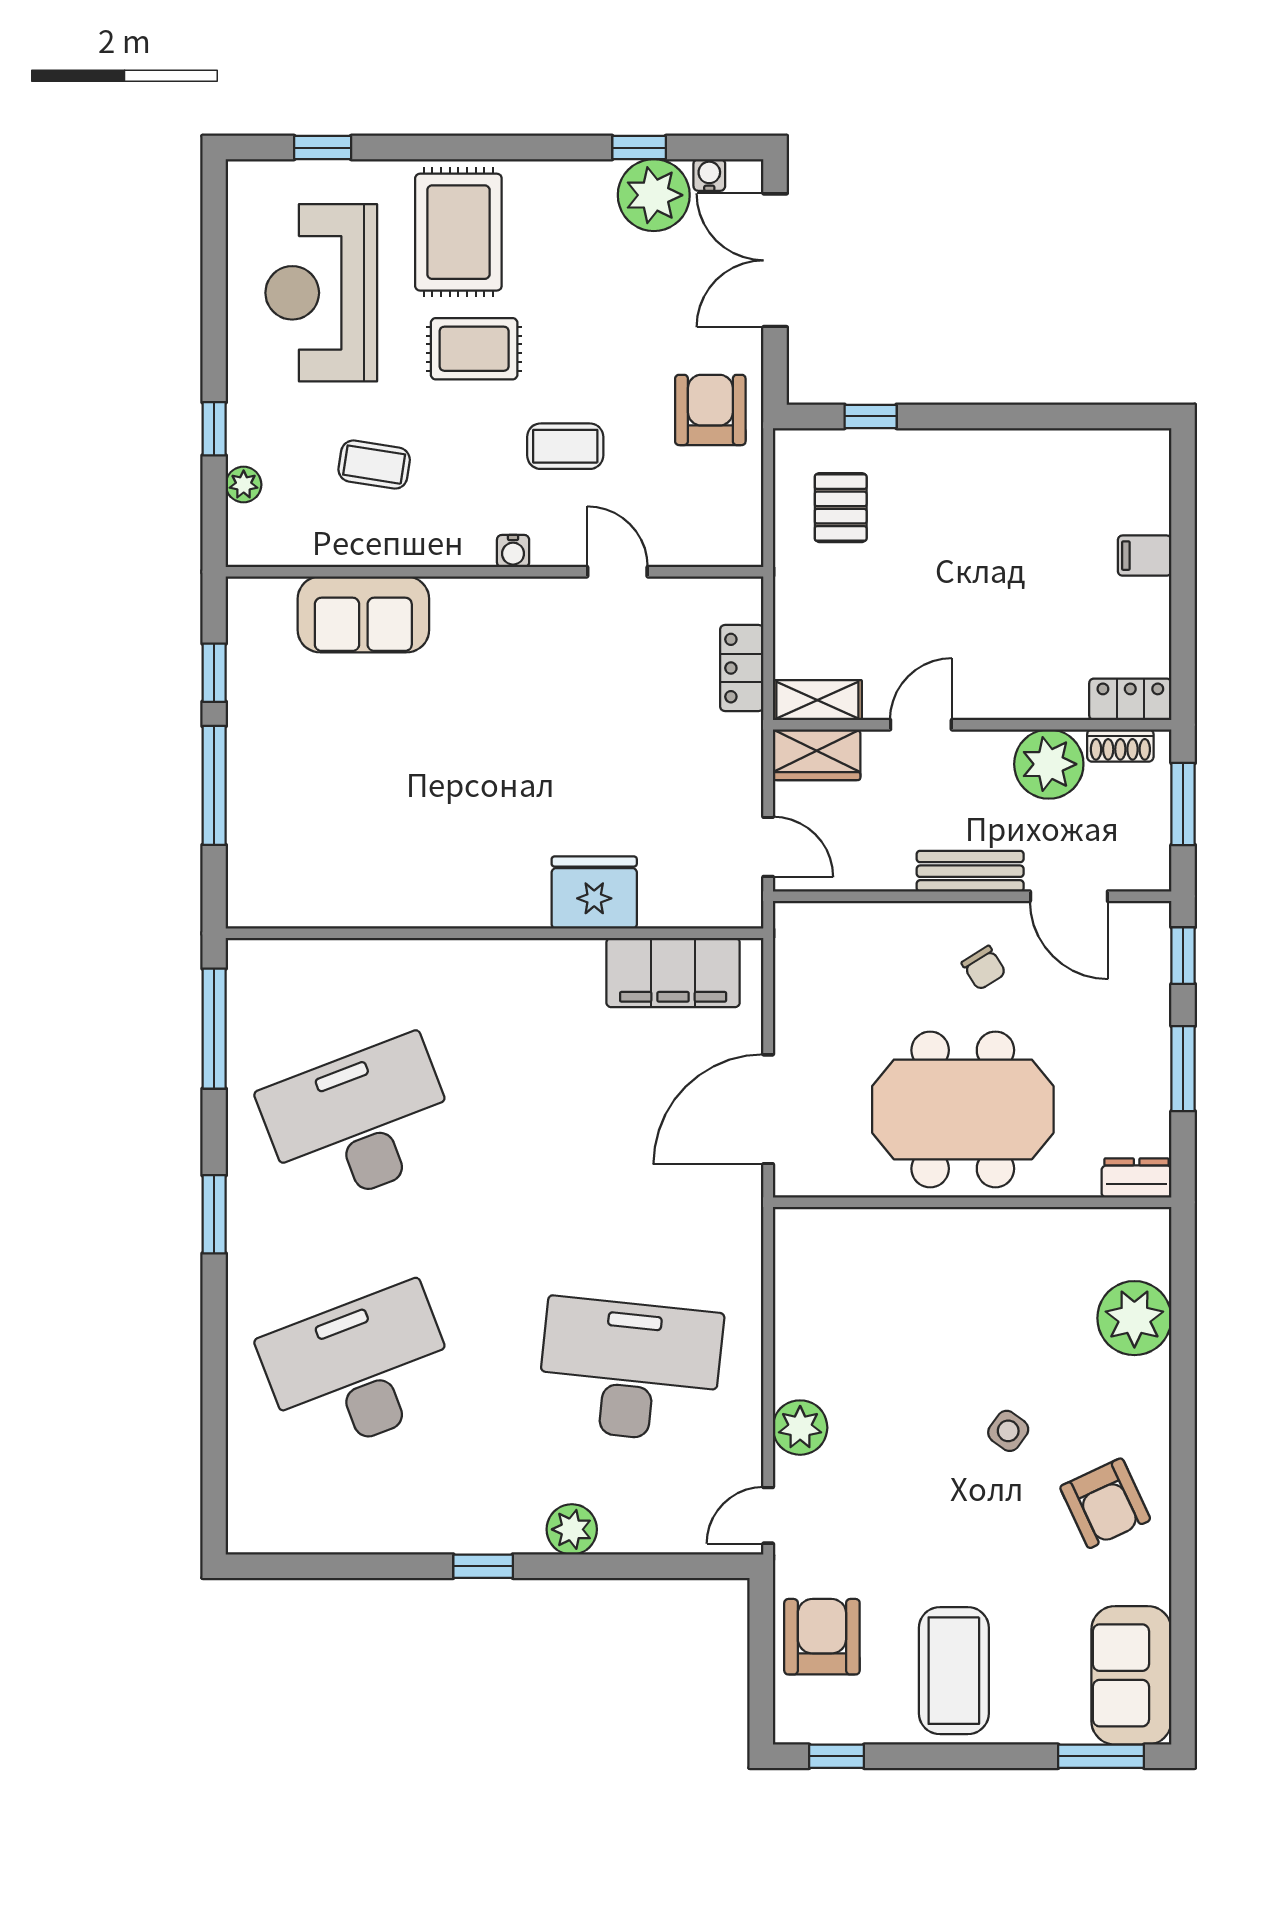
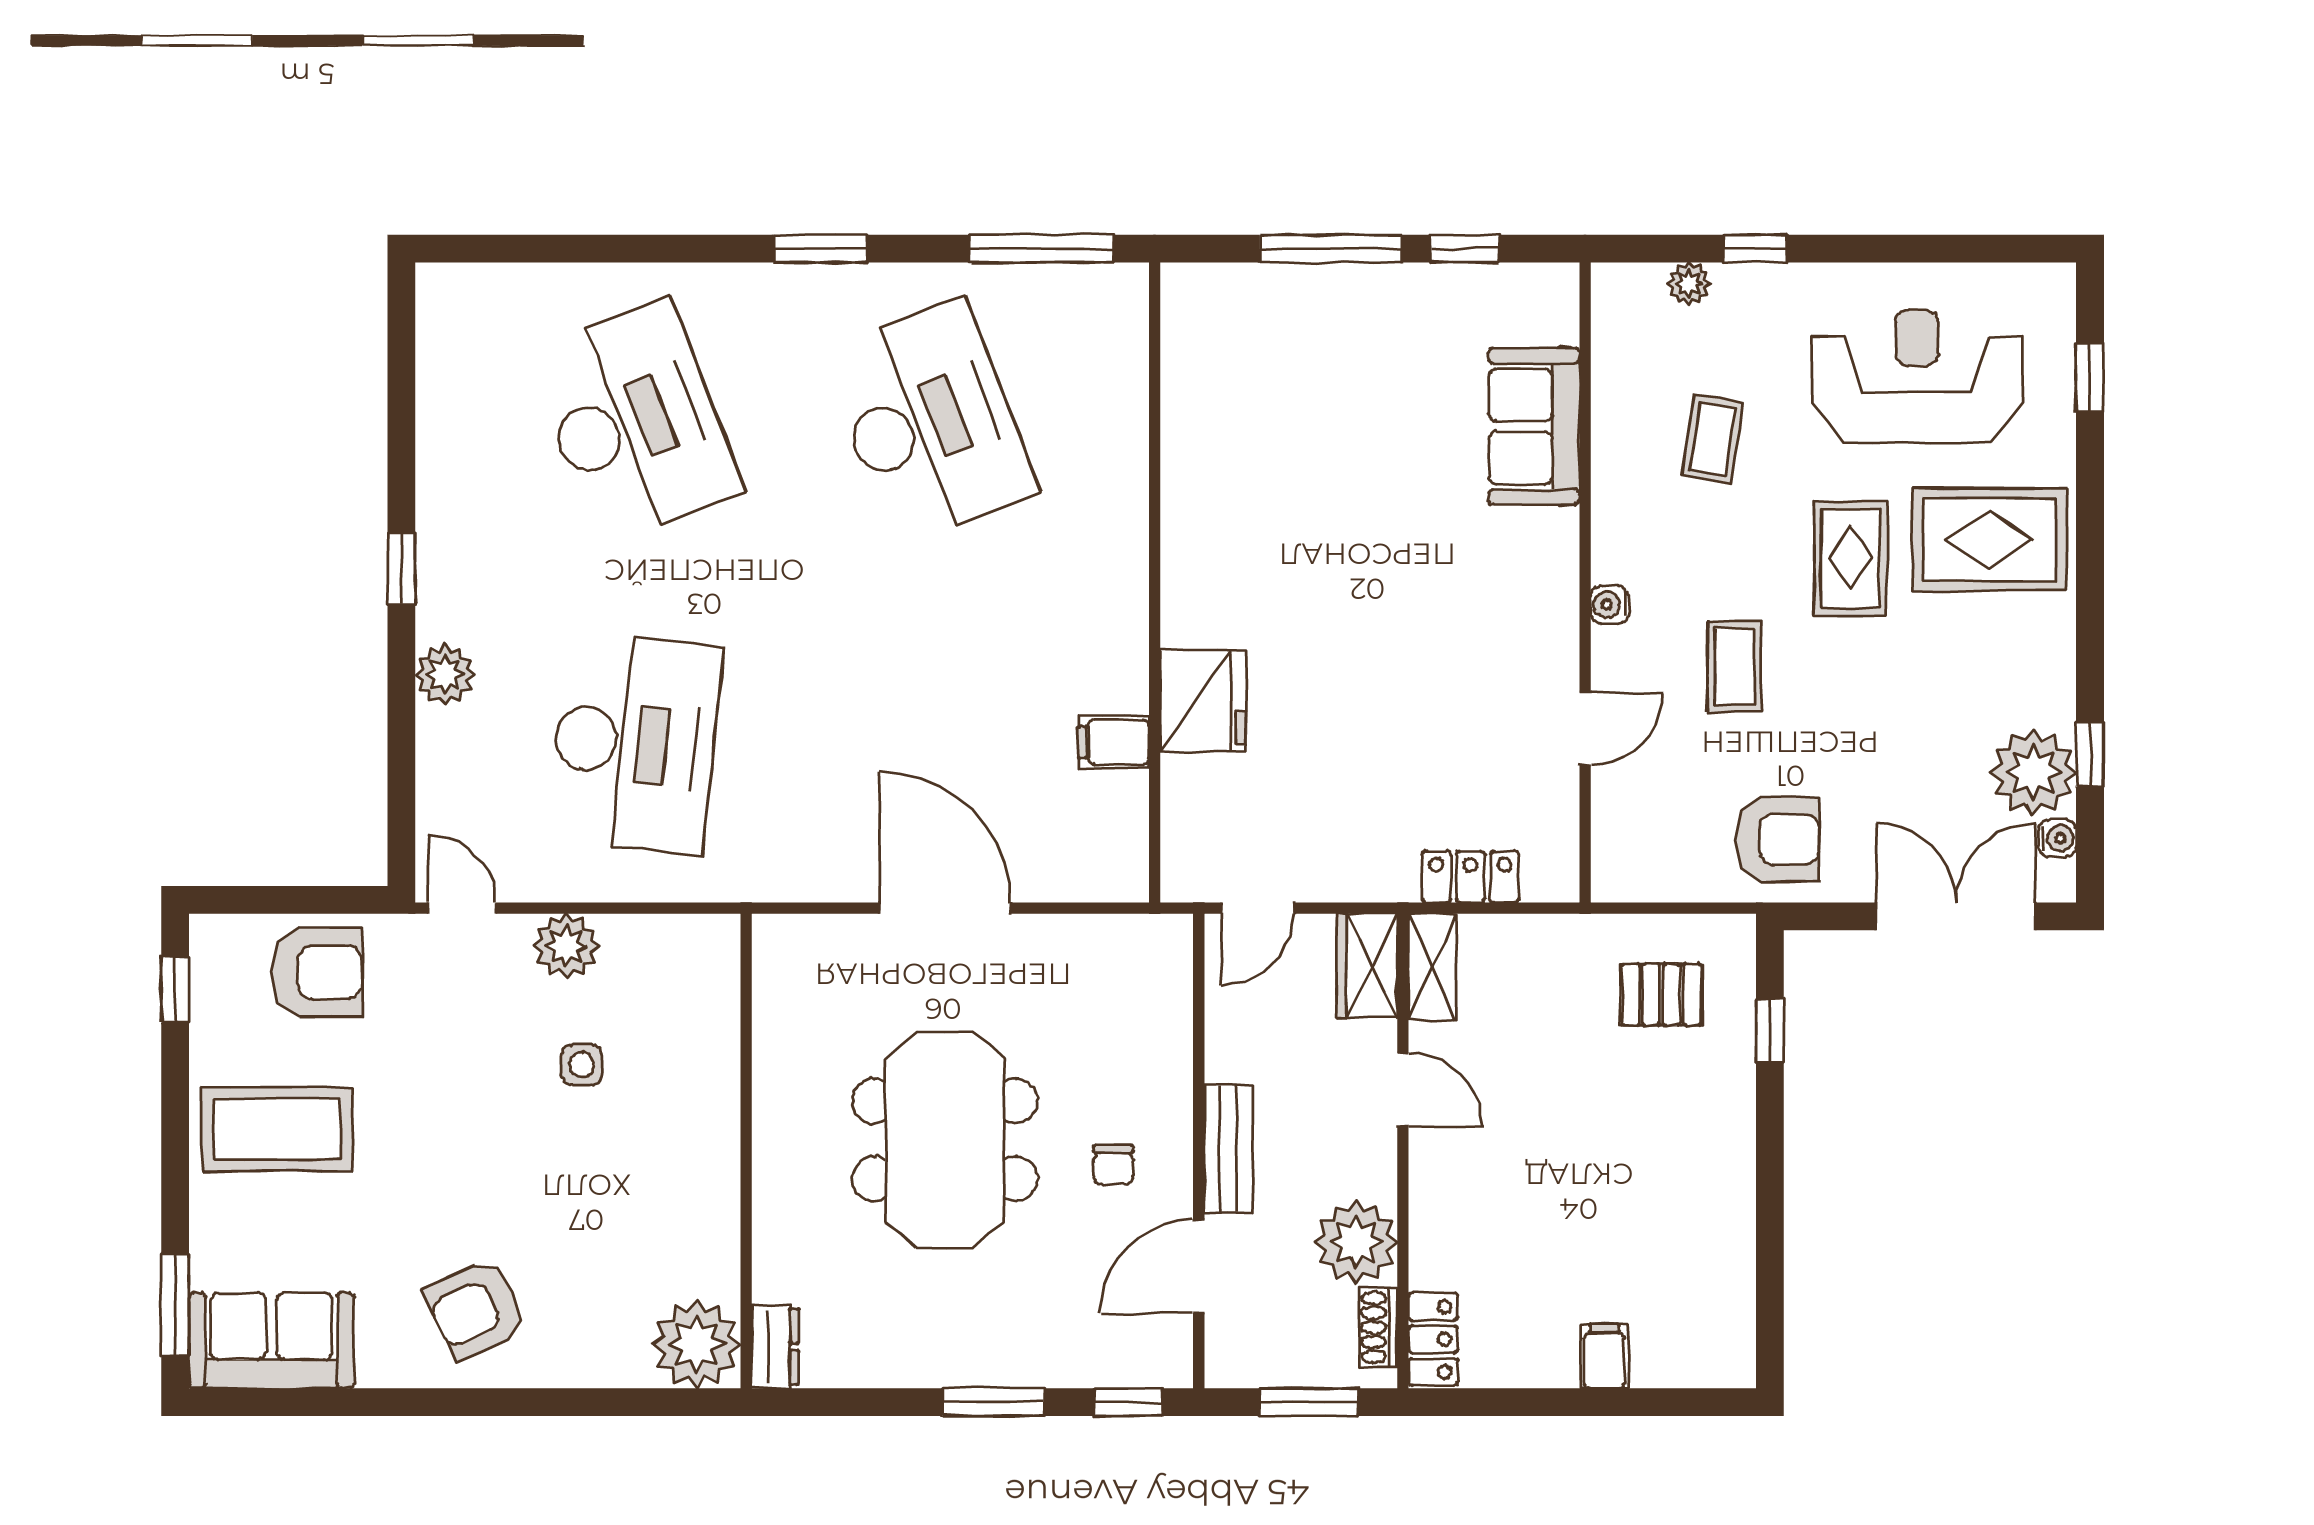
chair: (984, 968) -> (1113, 1165), turned -58
filing cabinet: (673, 973) -> (1114, 742), width x0.33, depth x0.86
dresser: (1137, 1178) -> (775, 1347), moved
wall: (972, 1202) -> (746, 1151), moved
side table: (1008, 1431) -> (582, 1065), moved, turned -36

